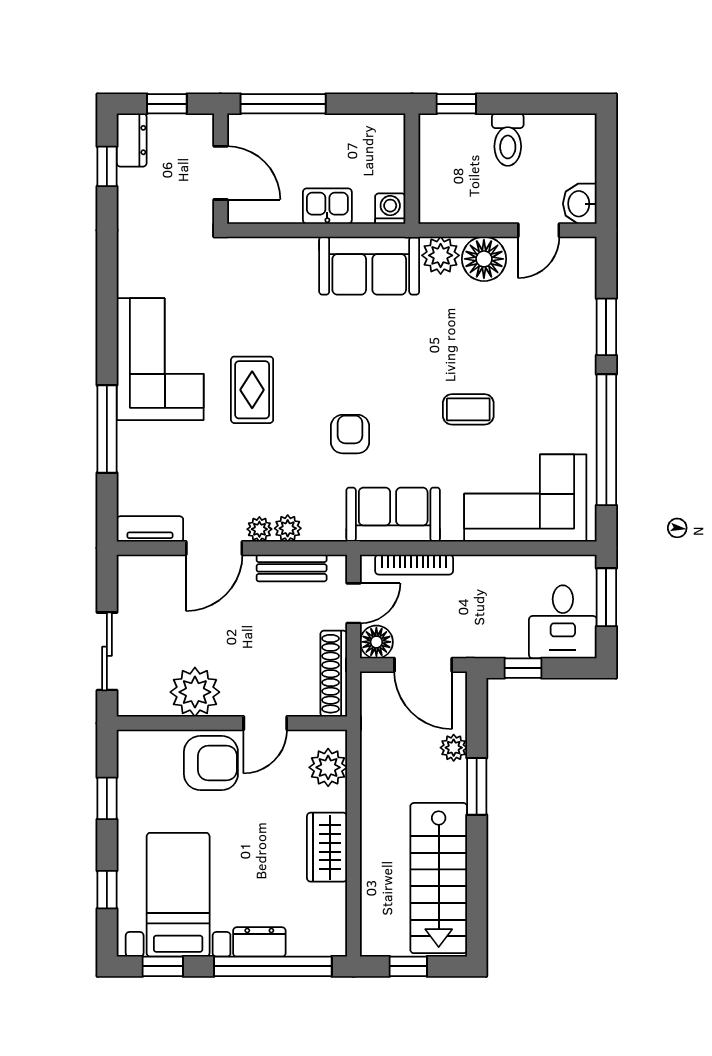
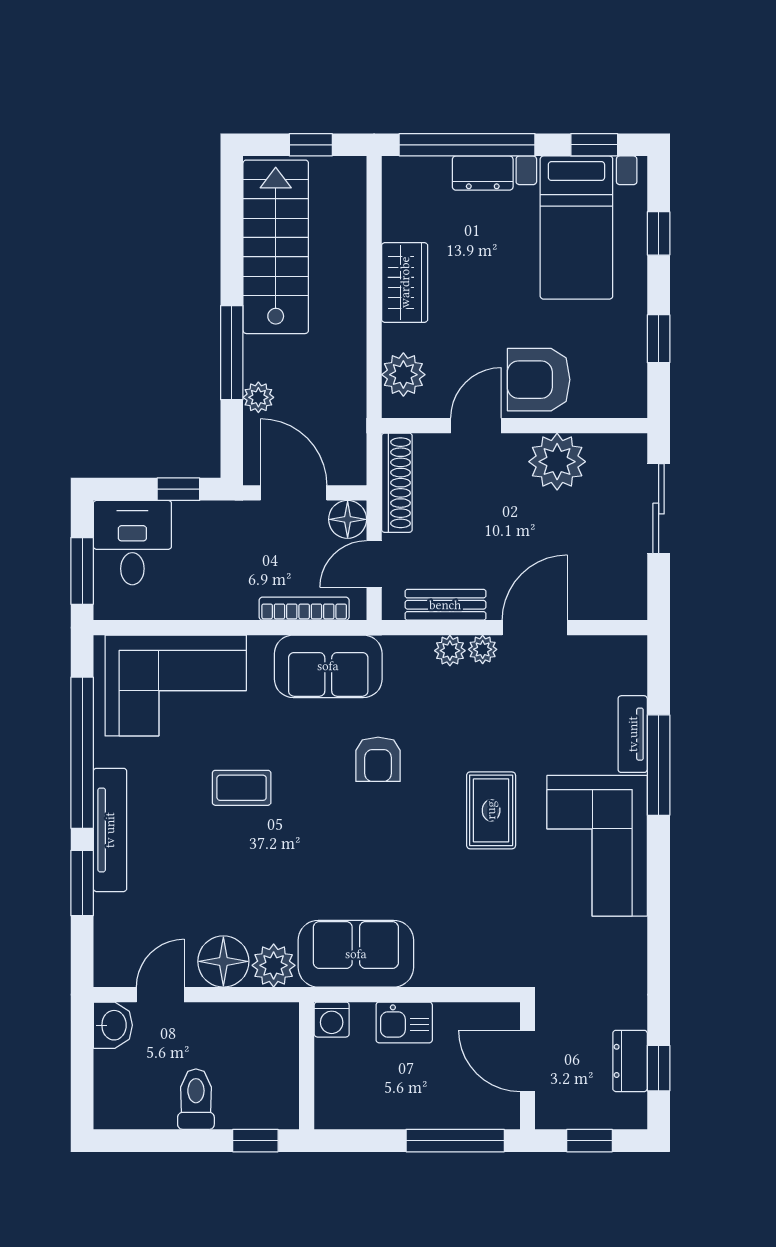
dresser: (132, 140) -> (630, 1061), moved
tv unit: (582, 373) -> (110, 830), added
tv unit: (150, 529) -> (633, 734), moved, turned 90
window: (477, 786) -> (232, 353), width x1.44

